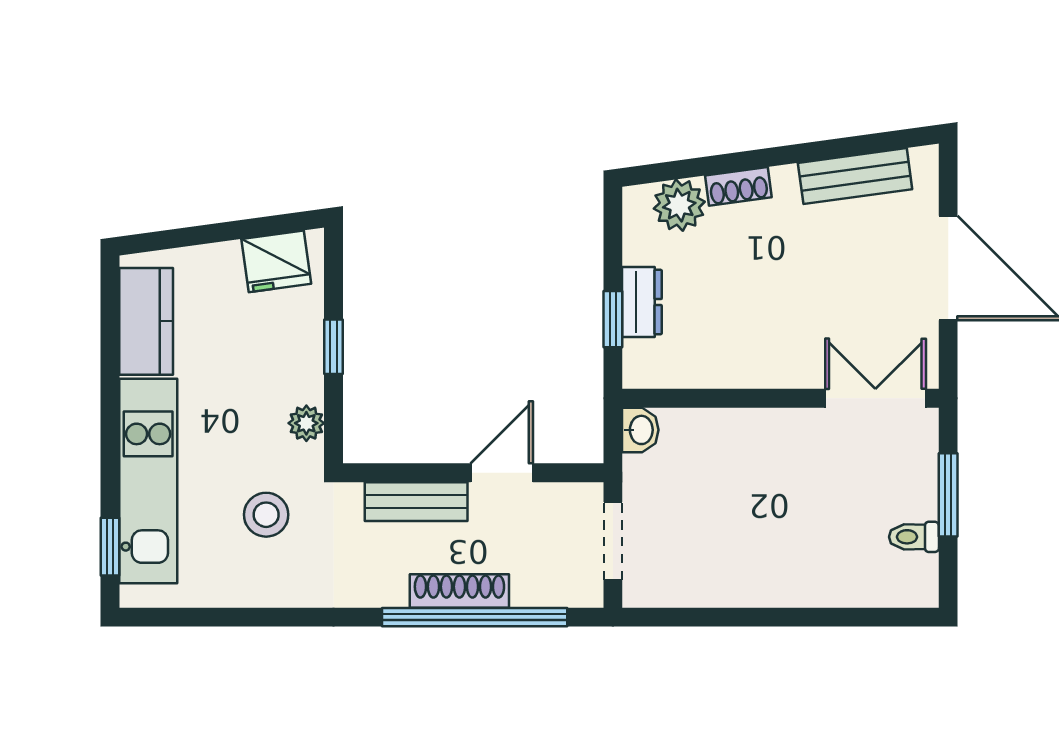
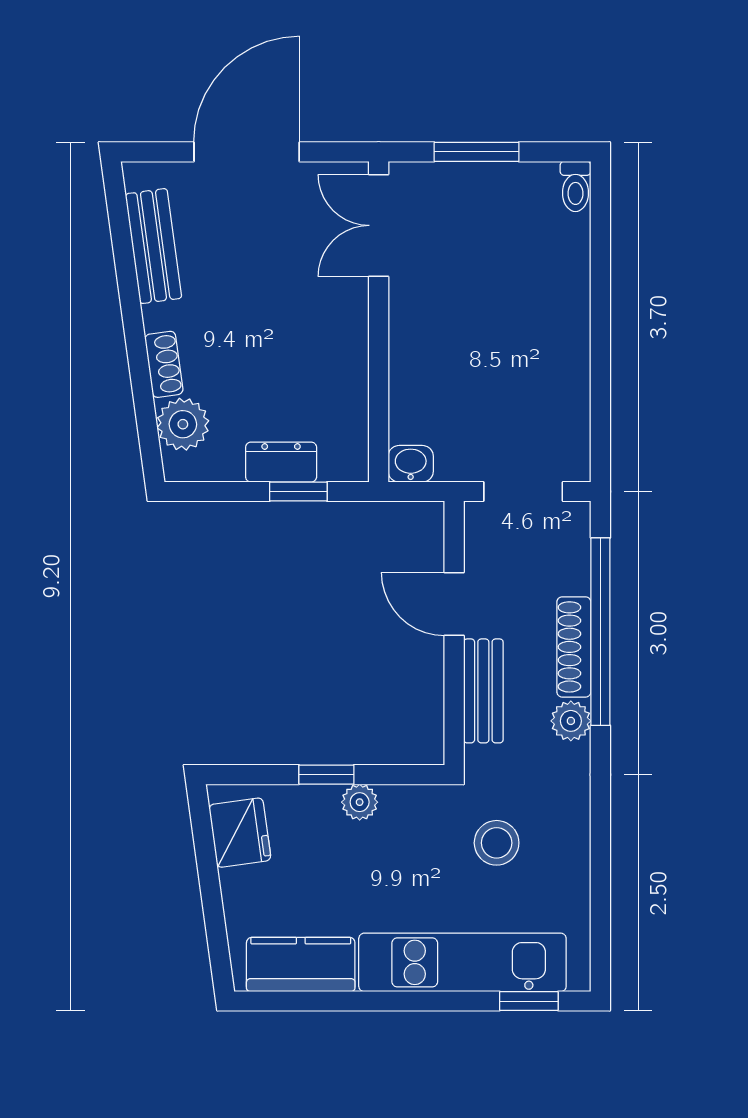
plant: (306, 423) -> (360, 802), moved
toilet: (914, 537) -> (575, 186), moved
plant: (386, 588) -> (571, 721), added

